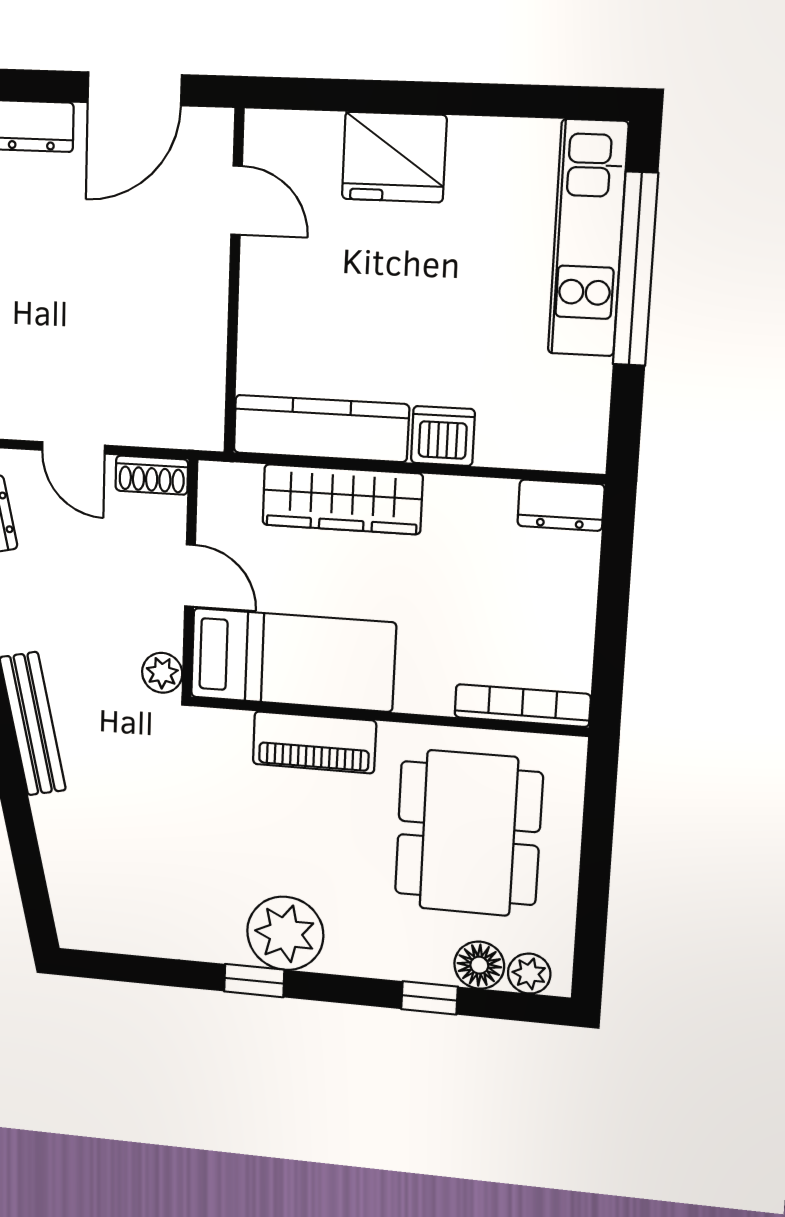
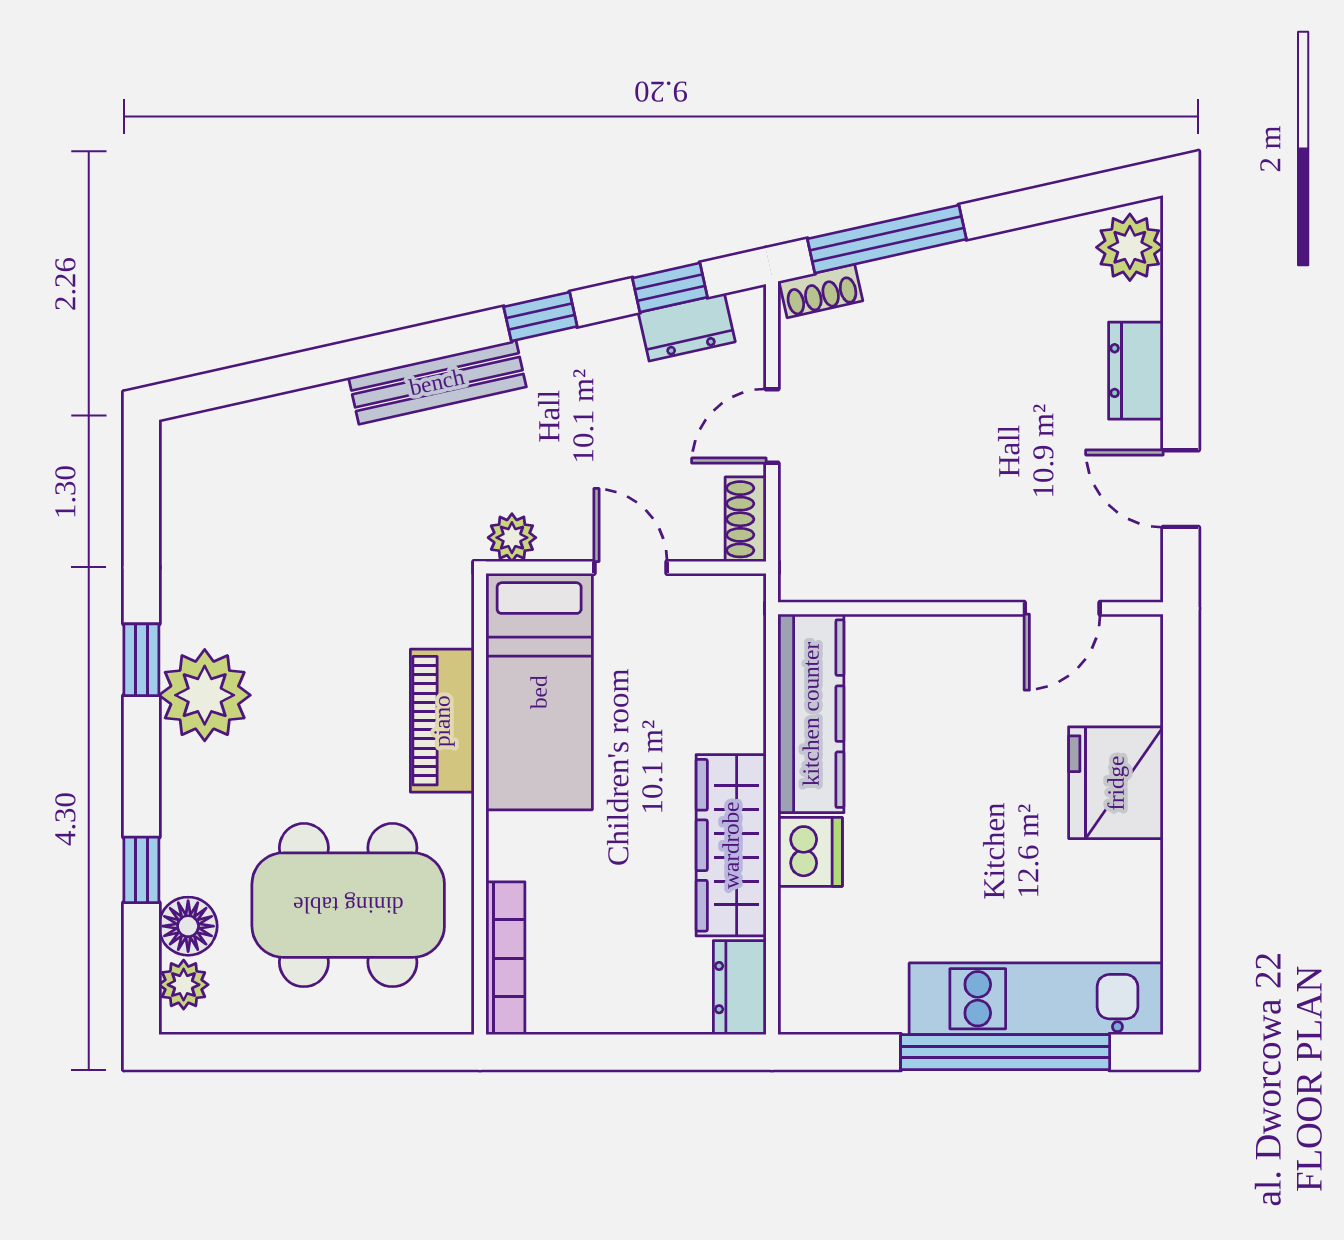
door: (135, 89) -> (1181, 489), width x0.73
wardrobe: (342, 499) -> (731, 845), moved
door: (190, 576) -> (630, 567), swing flipped

